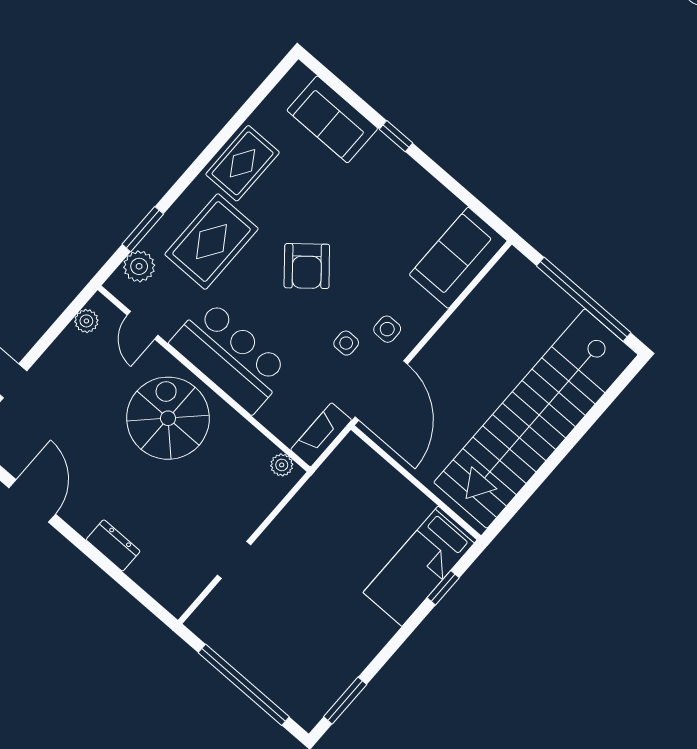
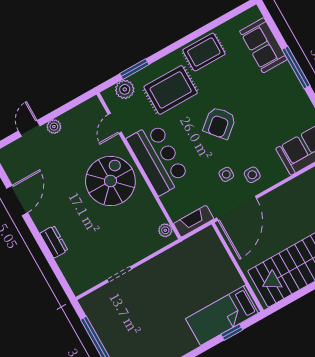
window: (396, 136) -> (296, 68), width x2.17
plant: (86, 321) -> (54, 127), moved

